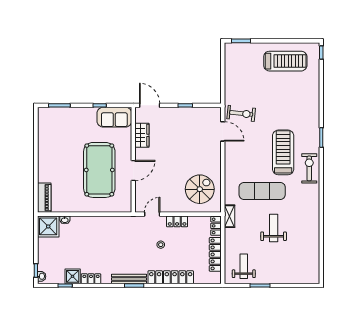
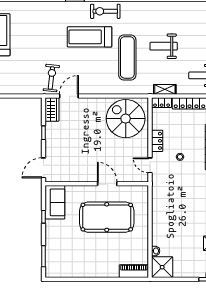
wardrobe: (142, 135) -> (52, 110), moved, turned 90
spiral stairs: (200, 189) -> (126, 119), width x1.37, depth x1.37
shelving: (230, 216) -> (165, 89), moved

